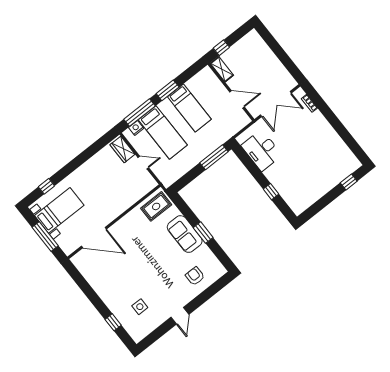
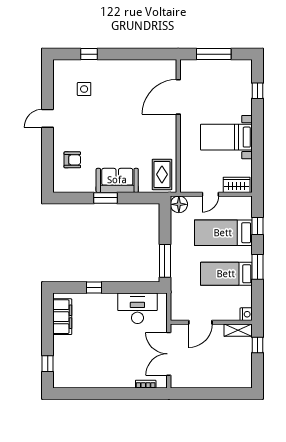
window: (139, 113) -> (258, 226), width x0.46
nightstand: (136, 128) -> (246, 314), moved
floor lamp: (167, 179) -> (179, 204), added
filing cabinet: (308, 197) -> (62, 317), added
bed with nightstands: (59, 210) -> (226, 137), moved, turned 90
door: (180, 316) -> (48, 118), hinge flipped

